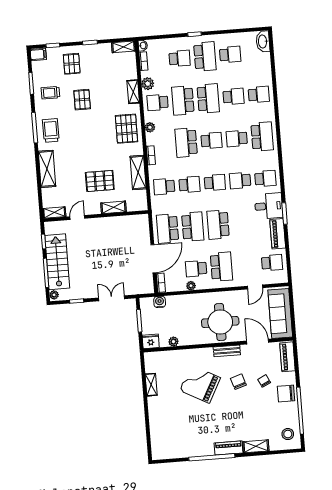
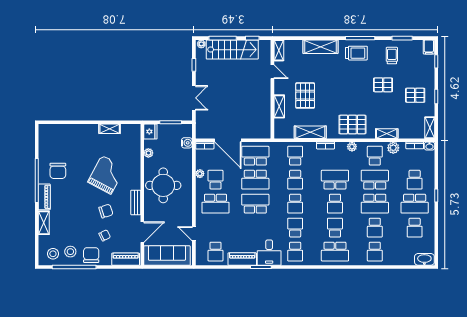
pallet: (72, 64) -> (415, 95), moved
round table: (220, 322) -> (163, 185), moved
stool: (284, 416) -> (70, 252), added
chair: (200, 436) -> (58, 171), added

